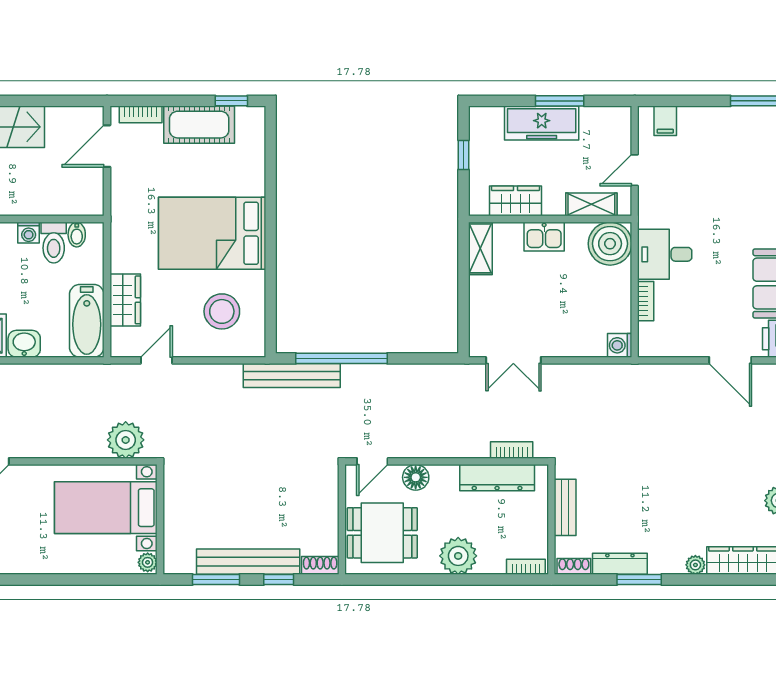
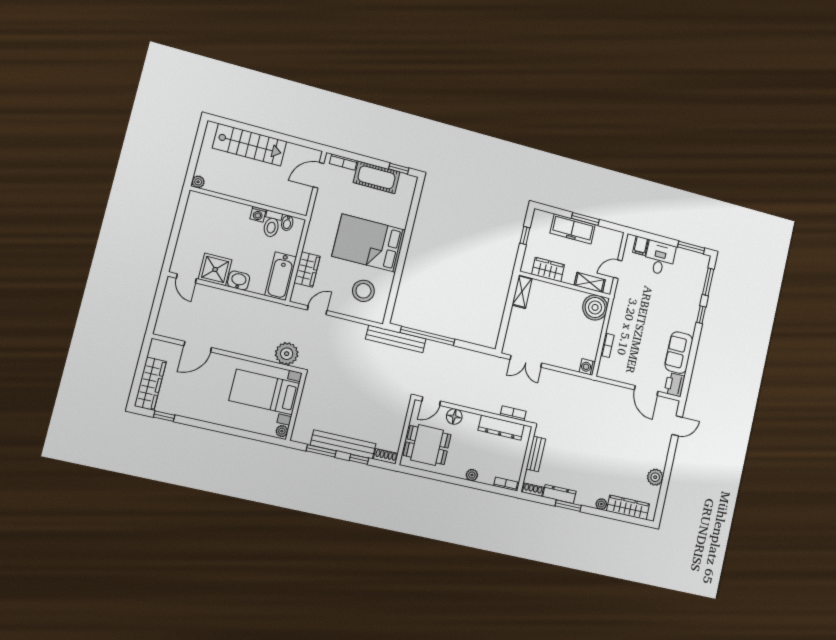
kitchen sink: (544, 237) -> (559, 294), removed
desk: (665, 254) -> (660, 258), moved, turned 90
plant: (458, 556) -> (472, 475), width x0.53, depth x0.53

